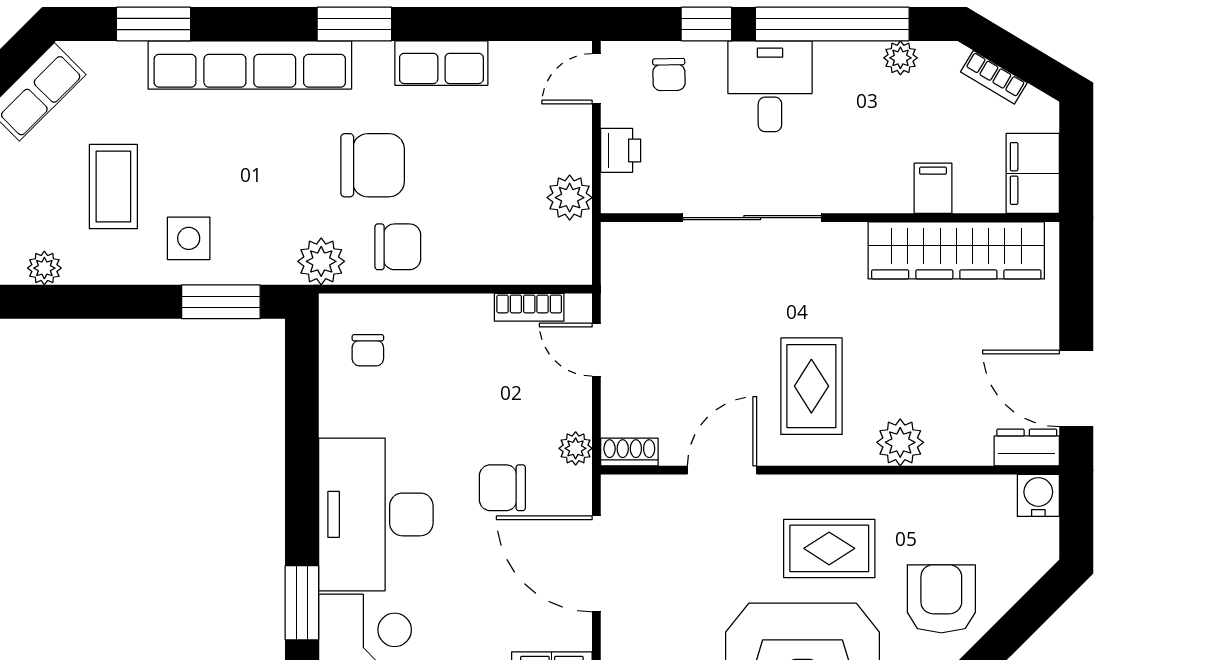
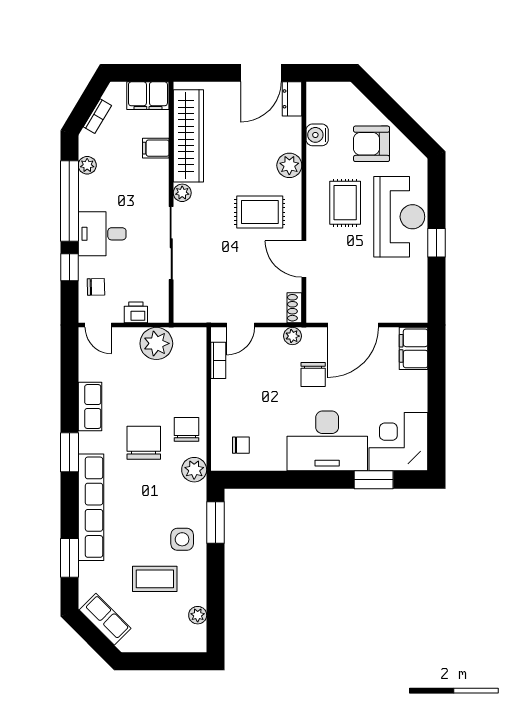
plant: (570, 198) -> (156, 343), width x1.36, depth x1.36
plant: (848, 239) -> (182, 193), added
water cooler: (1038, 495) -> (317, 135), moved

